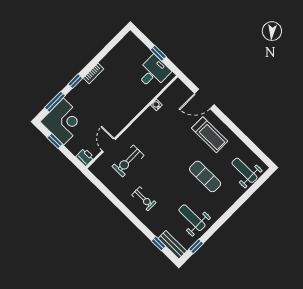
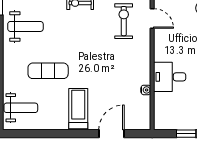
desk: (153, 72) -> (170, 77), moved, turned 90
treadmill: (210, 135) -> (78, 109), turned 90

